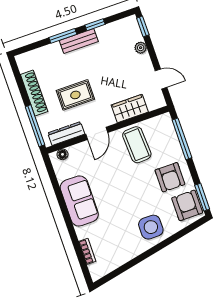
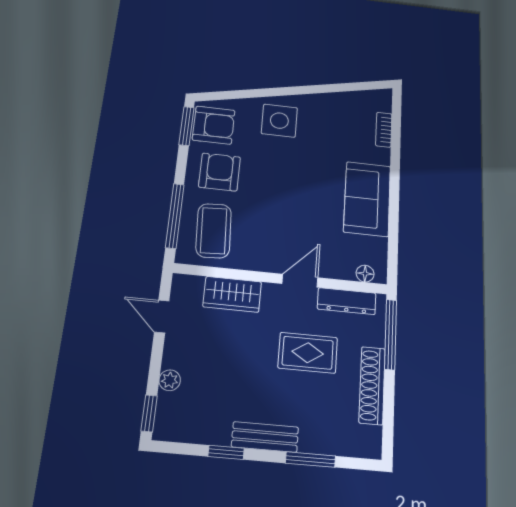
window: (63, 36) -> (310, 460), moved
coffee table: (137, 145) -> (214, 231), moved
armchair: (187, 205) -> (214, 125), turned -90

